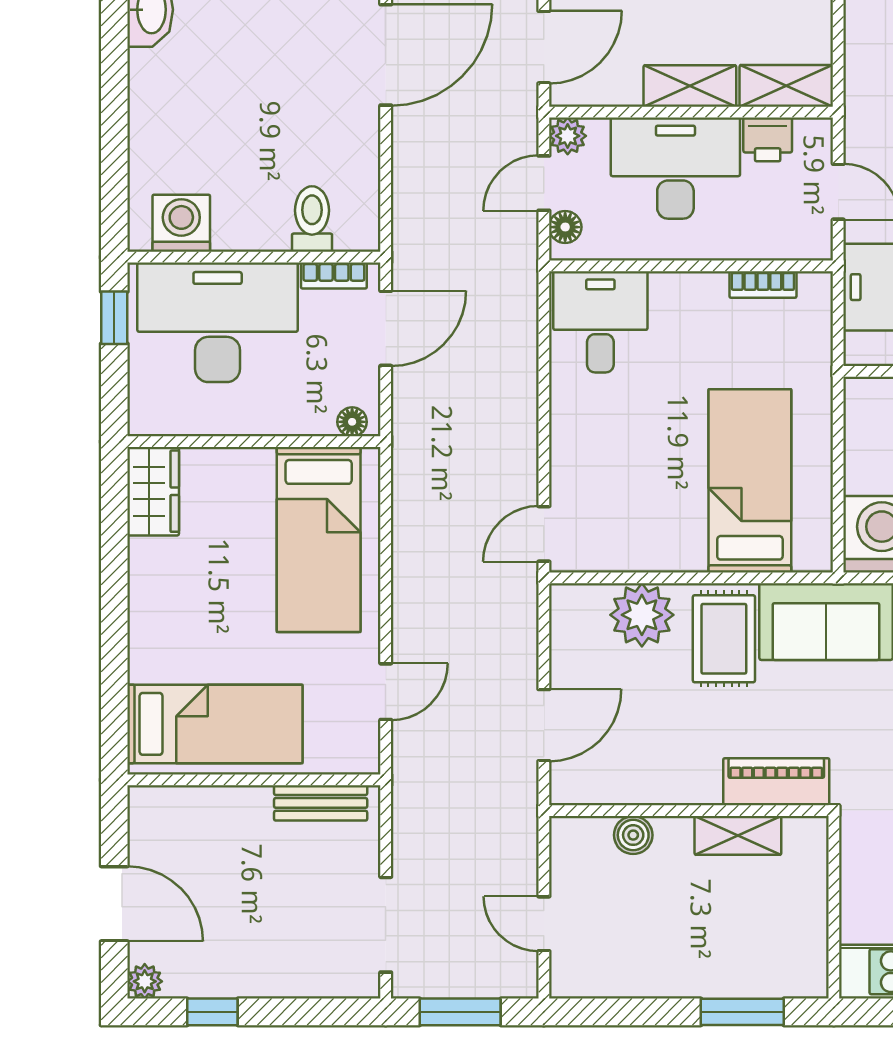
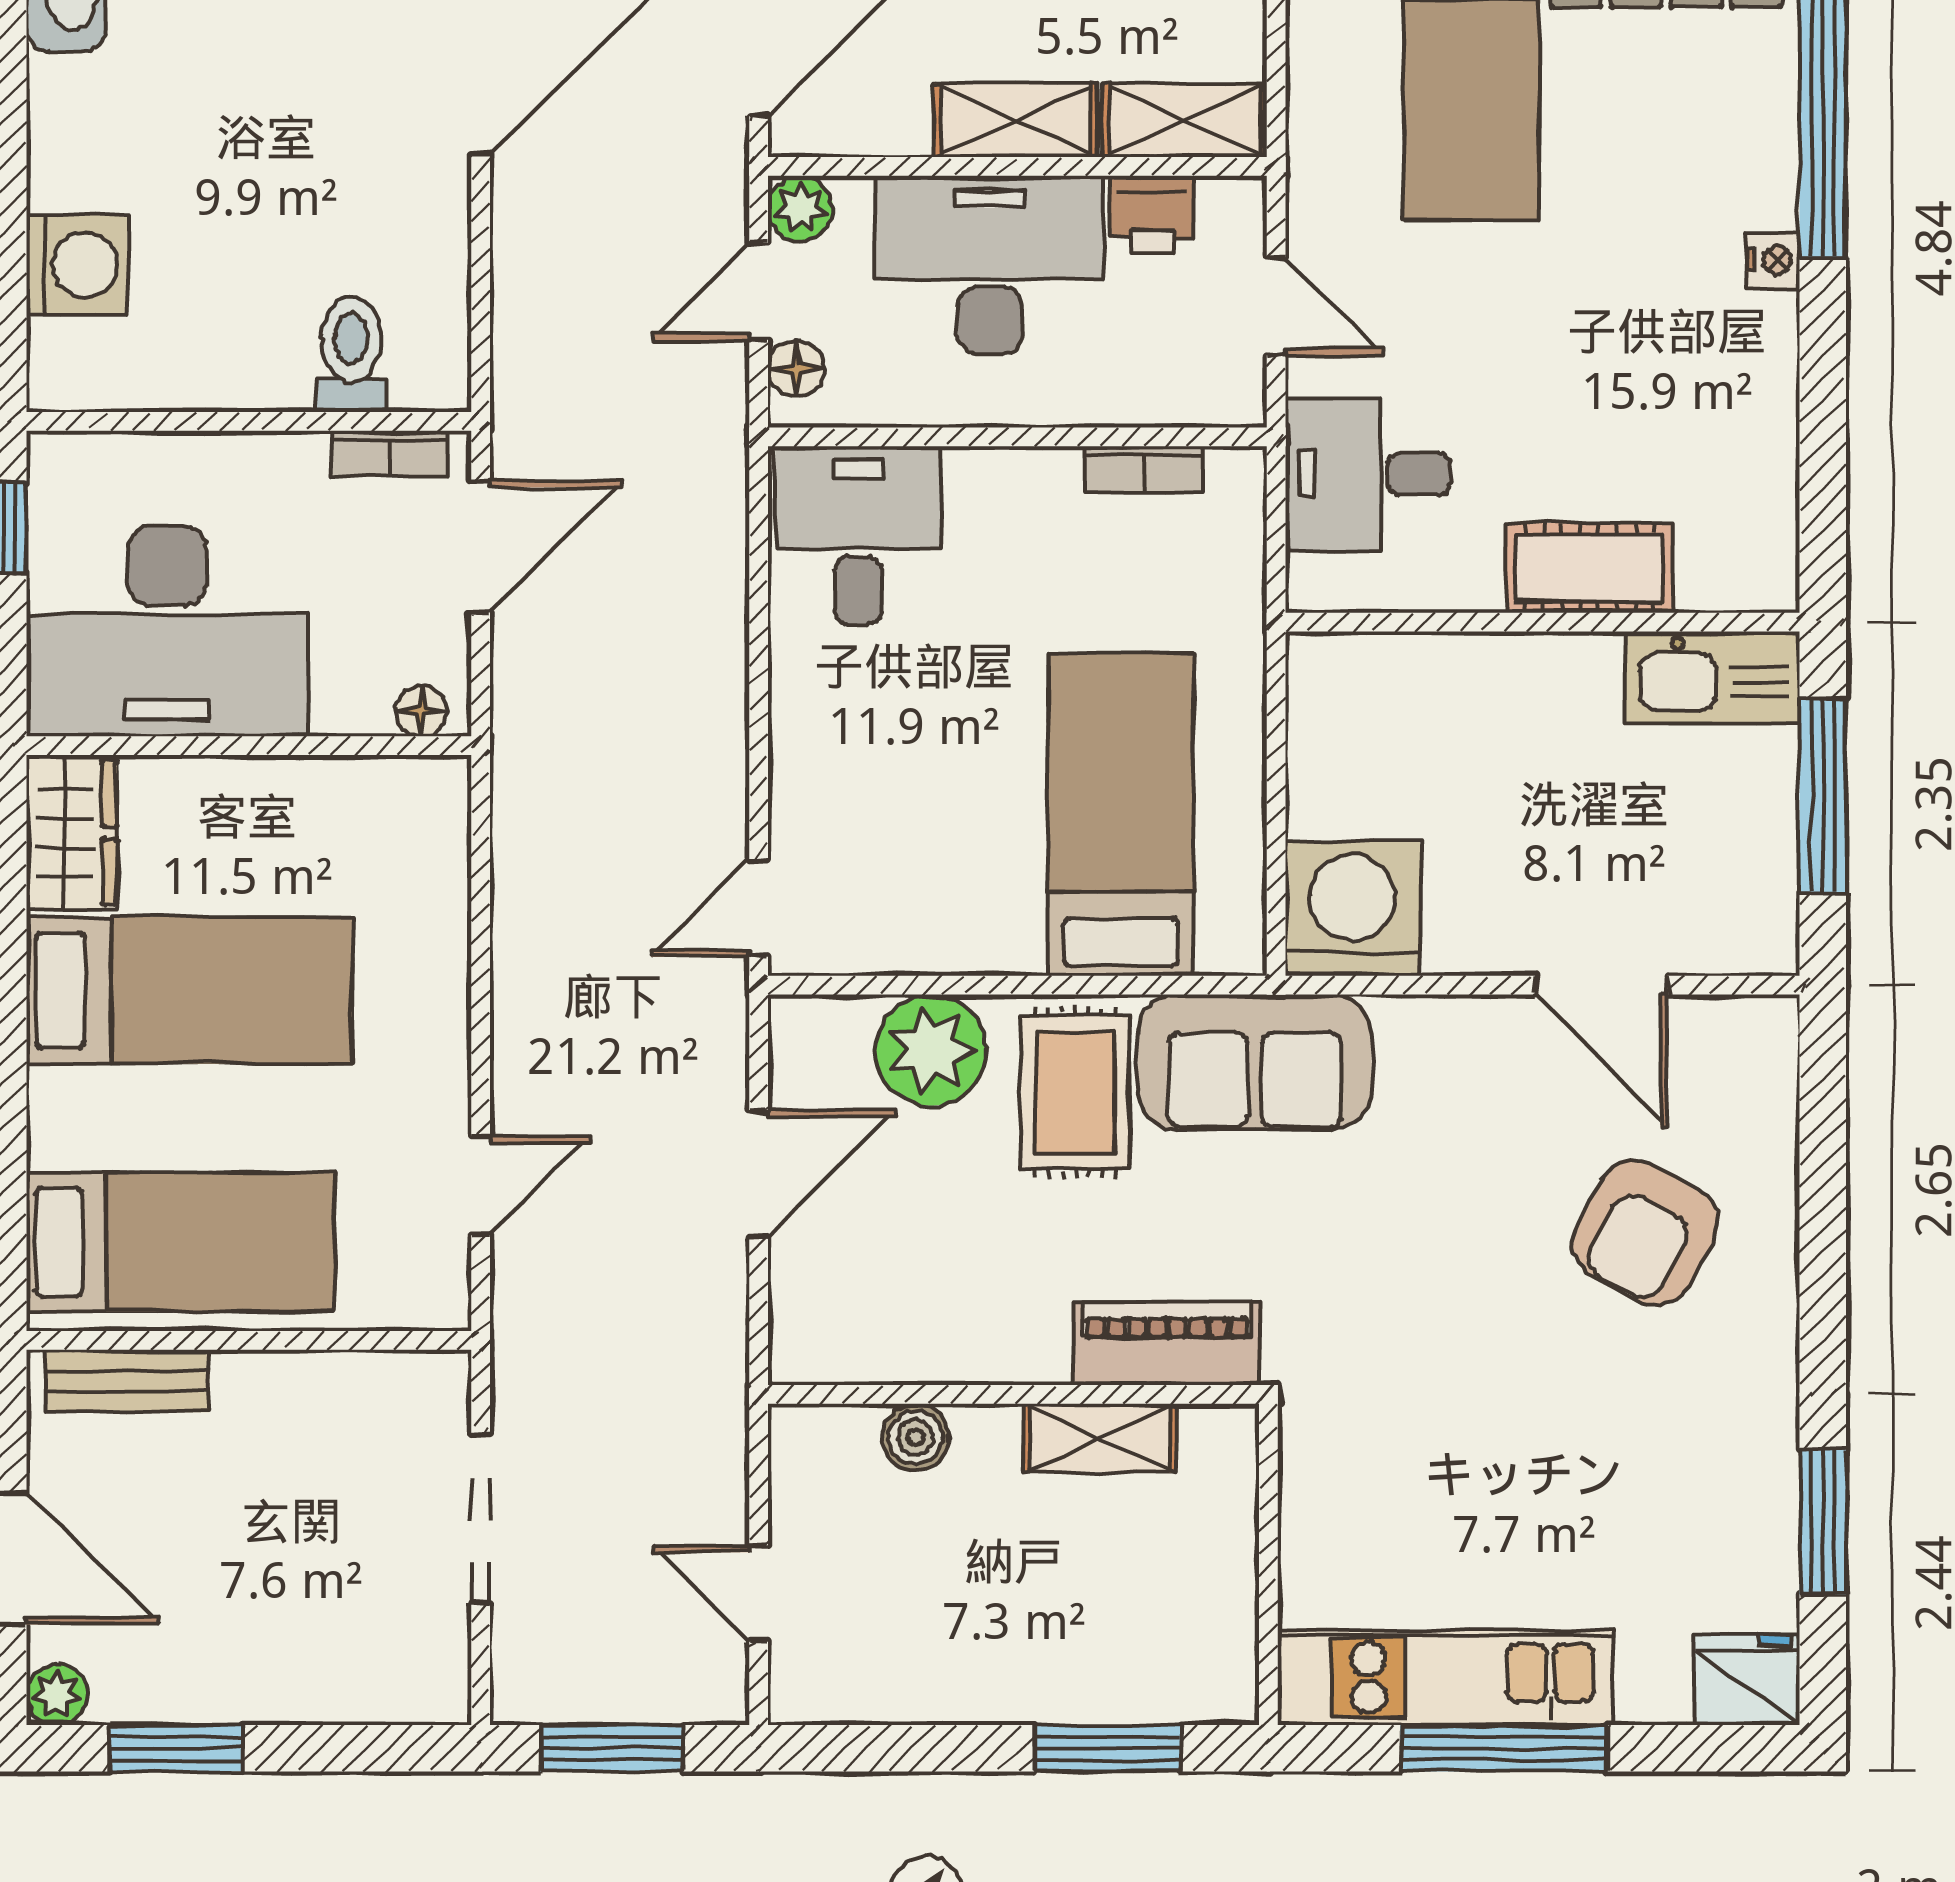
washing machine: (181, 223) -> (77, 265), moved, turned 90
desk: (218, 322) -> (167, 631), moved, turned 180
bed: (319, 539) -> (189, 990), moved, turned -90
door: (544, 725) -> (759, 1174), moved
bench: (321, 803) -> (127, 1381), moved
doorway: (386, 925) -> (481, 1519), moved
window: (212, 1012) -> (176, 1748), width x1.50

